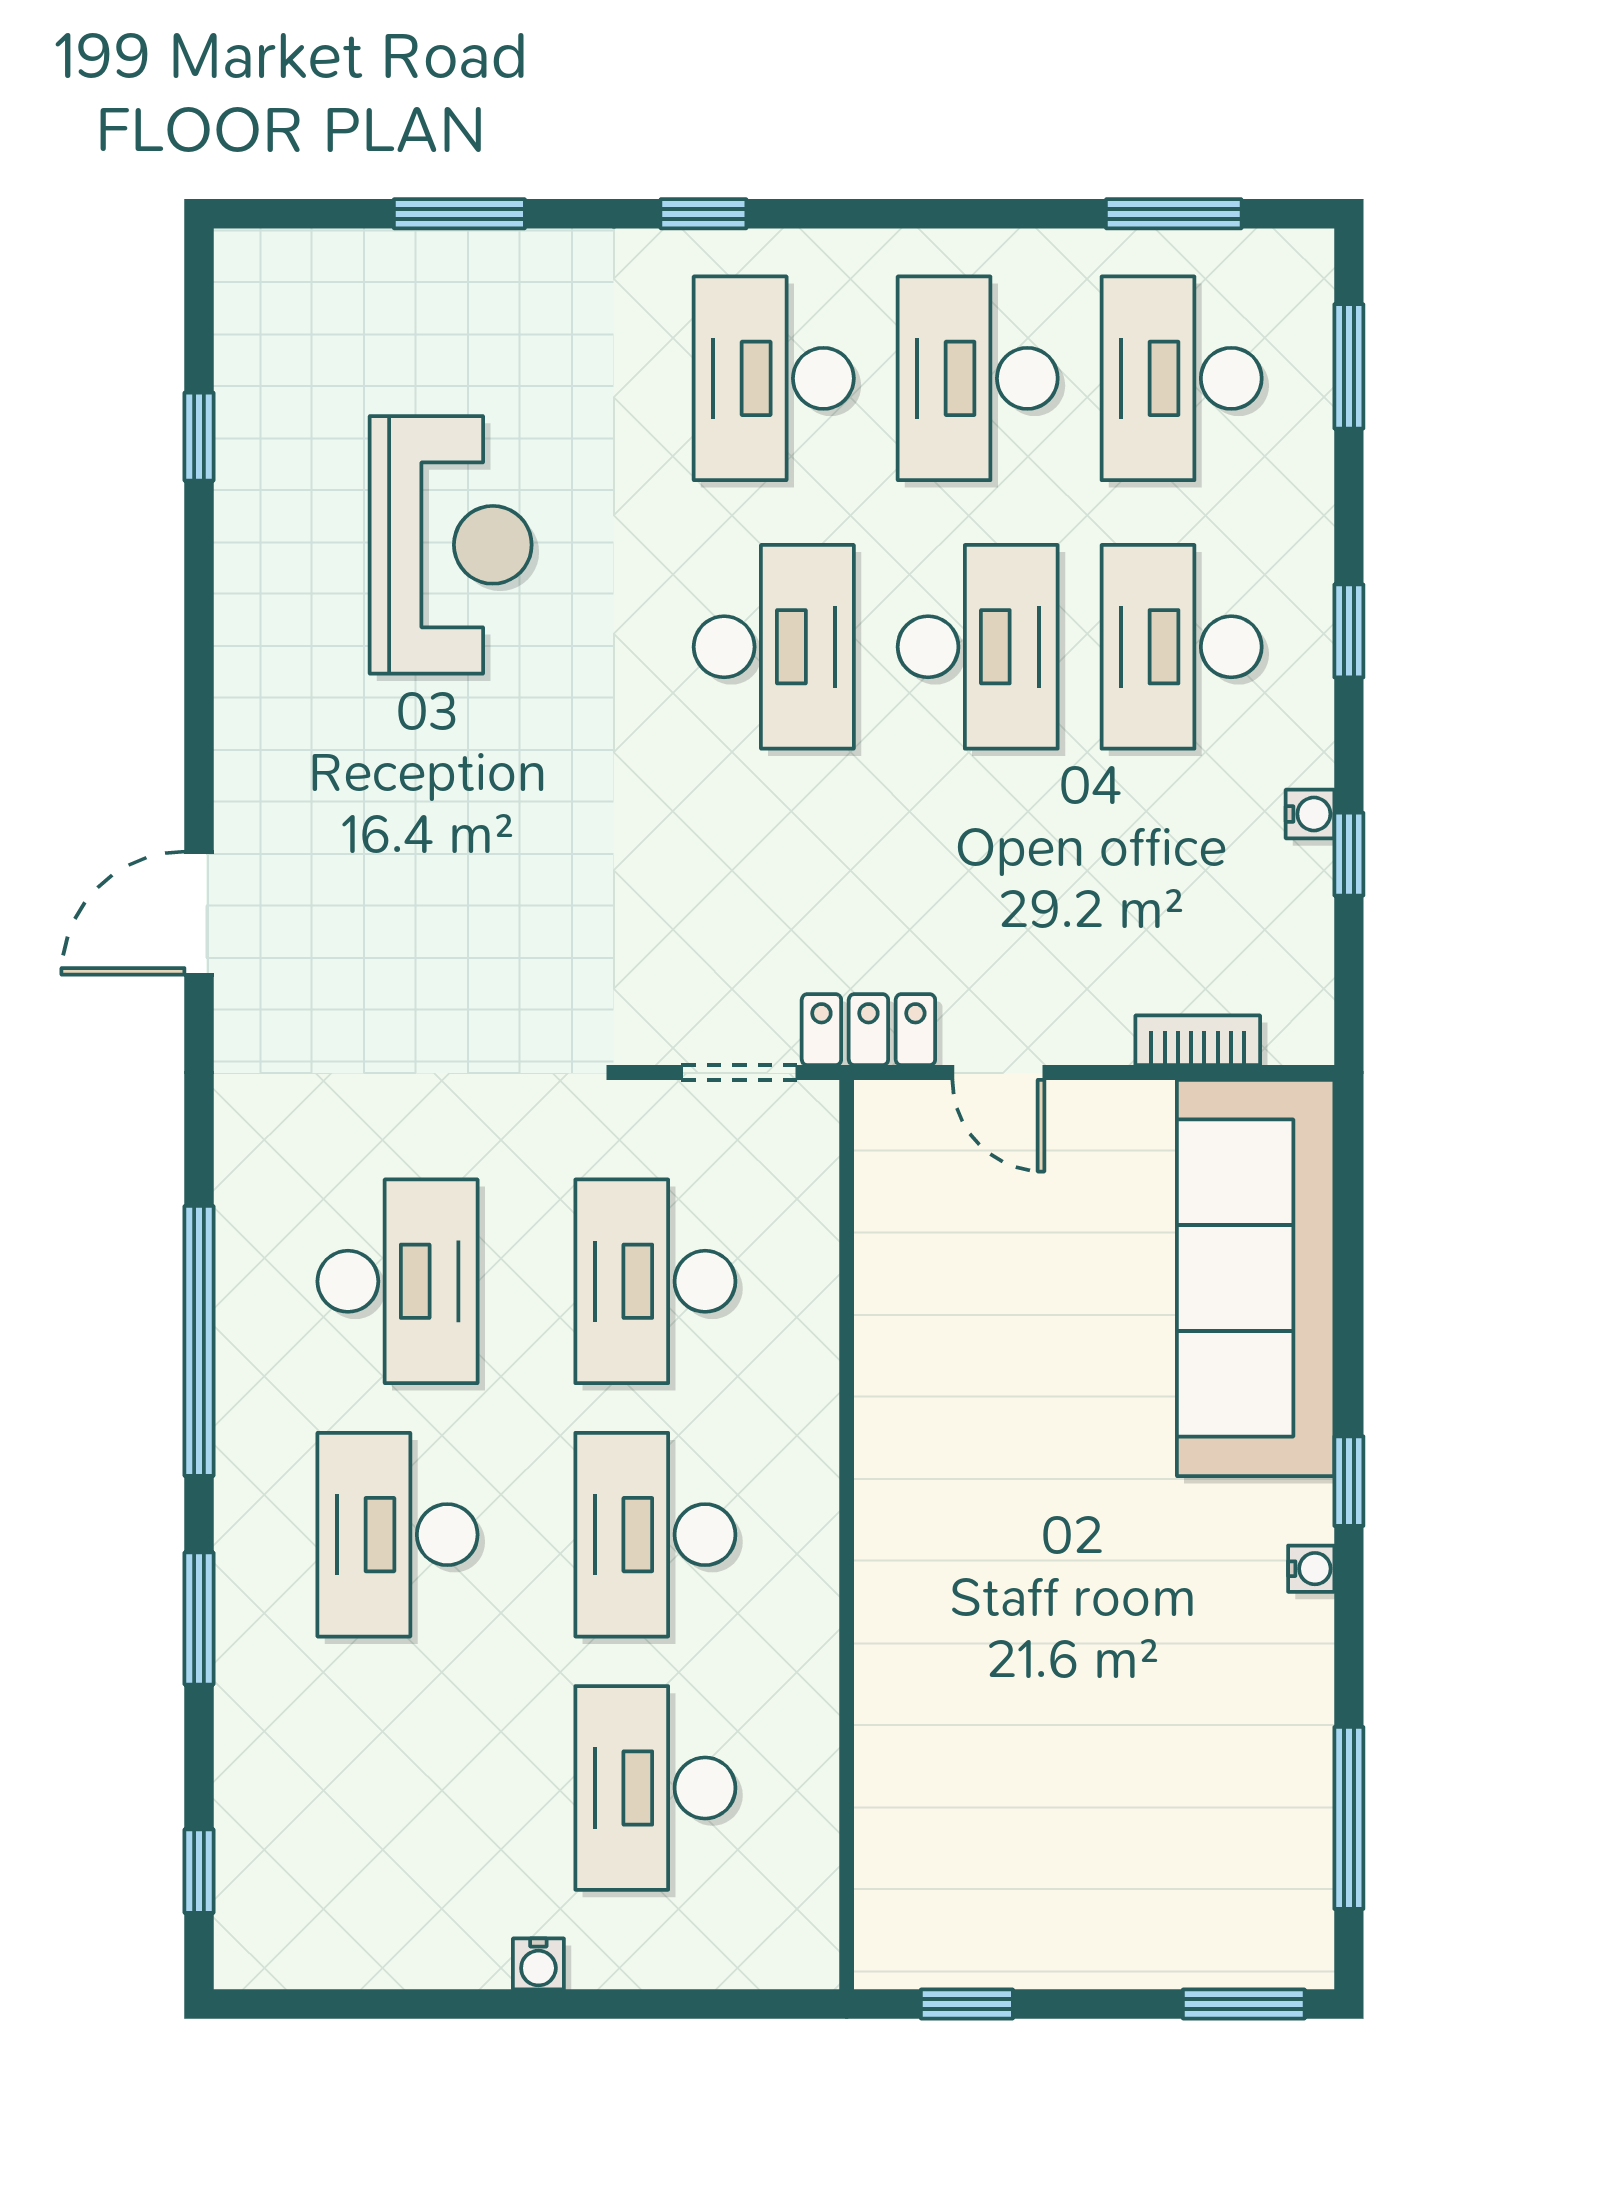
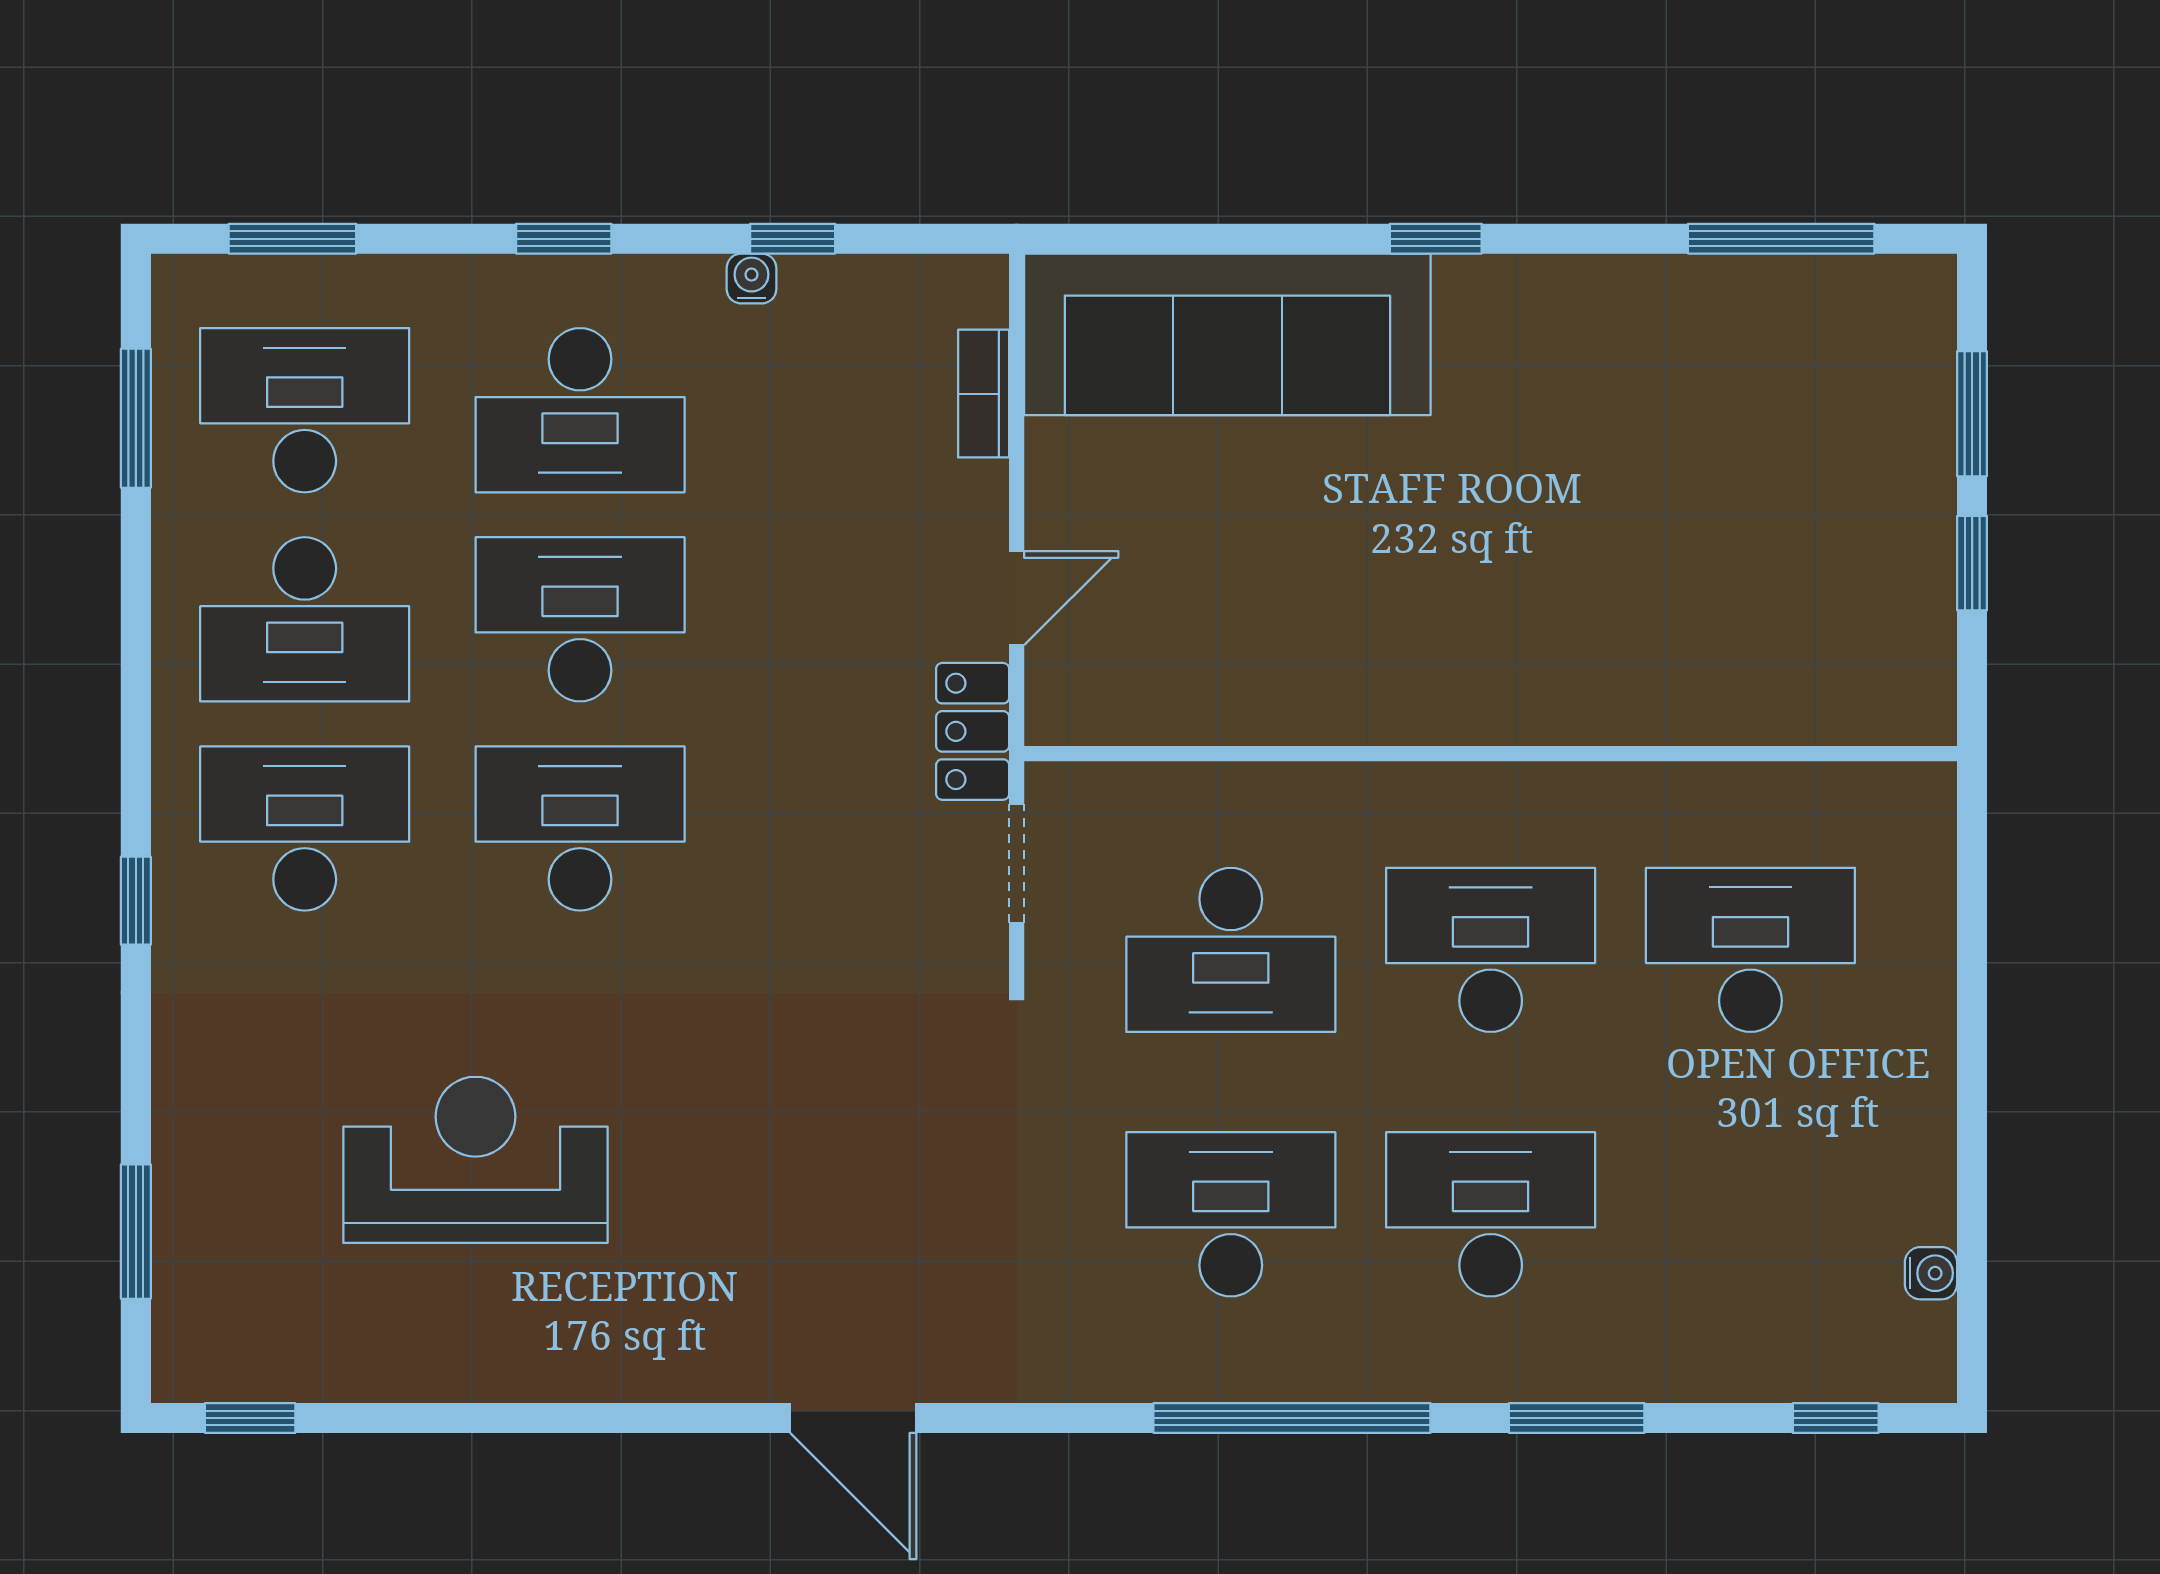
window: (459, 214) -> (136, 1232), moved
desk: (774, 378) -> (305, 829), turned 180
desk: (1182, 378) -> (305, 410), turned 180
window: (199, 437) -> (250, 1418), moved
desk: (398, 1535) -> (1491, 1214), turned 180
desk: (655, 1535) -> (1491, 950), turned 180
water cooler: (1311, 1569) -> (1526, 277), removed
desk: (655, 1788) -> (1750, 950), turned 180
water cooler: (538, 1964) -> (1931, 1273), moved
window: (967, 2004) -> (1972, 563), moved
window: (1244, 2004) -> (1972, 414), moved

